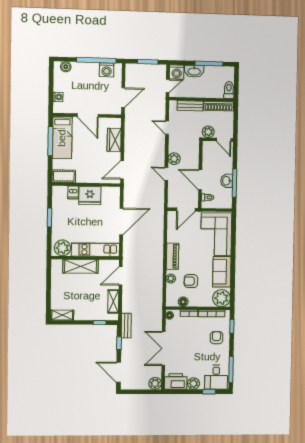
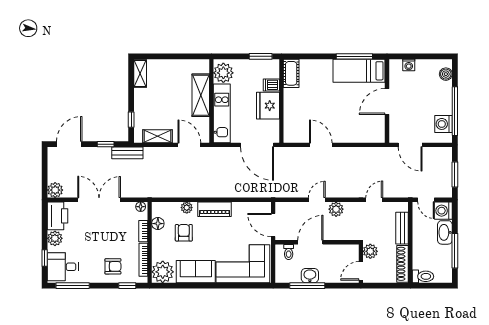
wardrobe: (114, 140) -> (358, 135), removed
cot: (64, 176) -> (291, 73), moved
wall: (86, 185) -> (281, 101), moved
dishwasher: (73, 192) -> (271, 85), moved
fridge: (90, 196) -> (268, 106), moved

